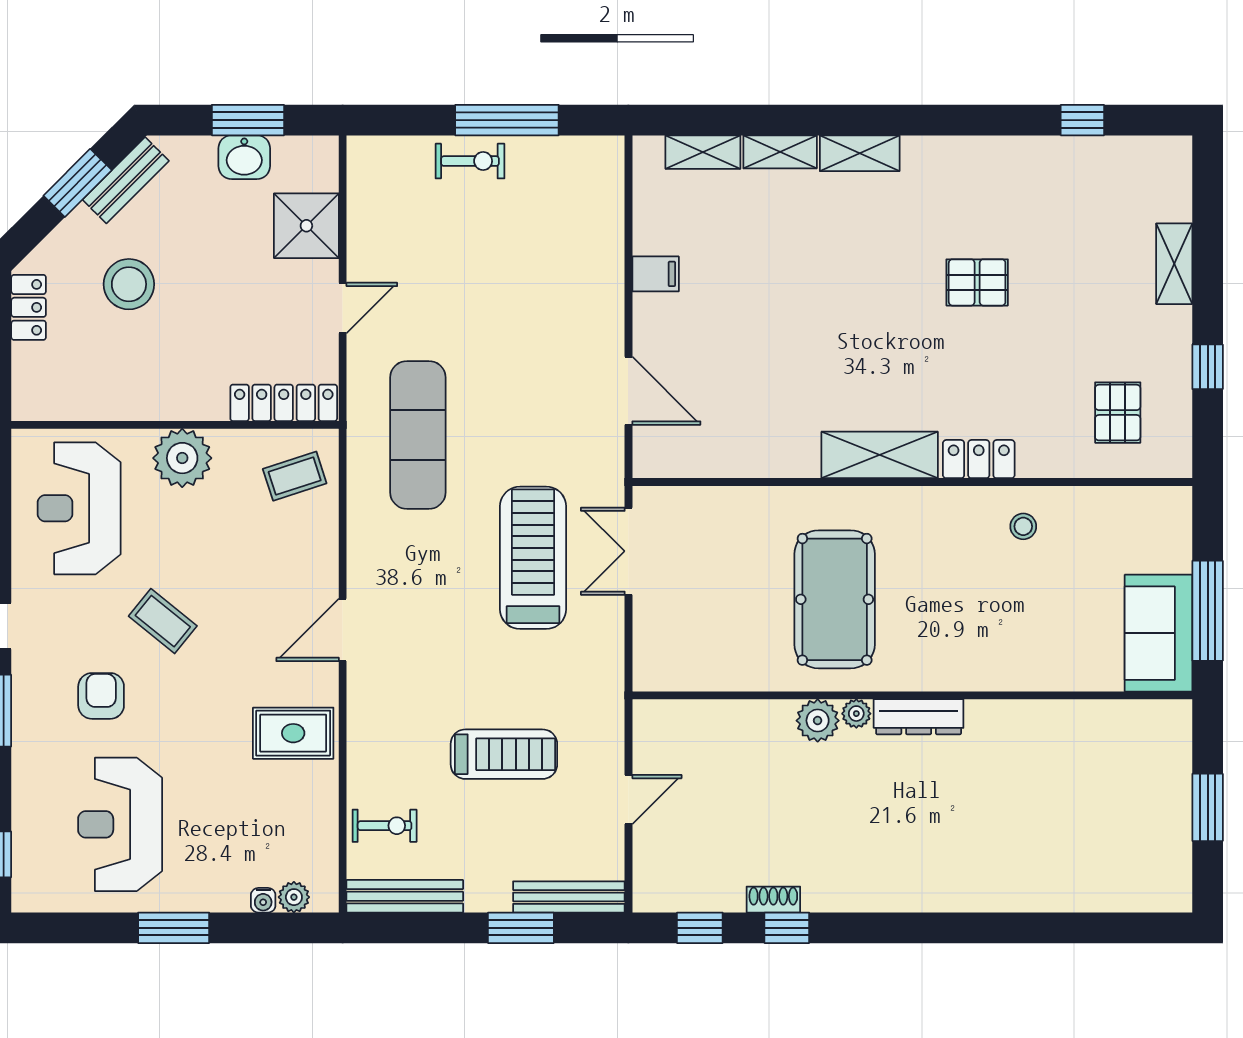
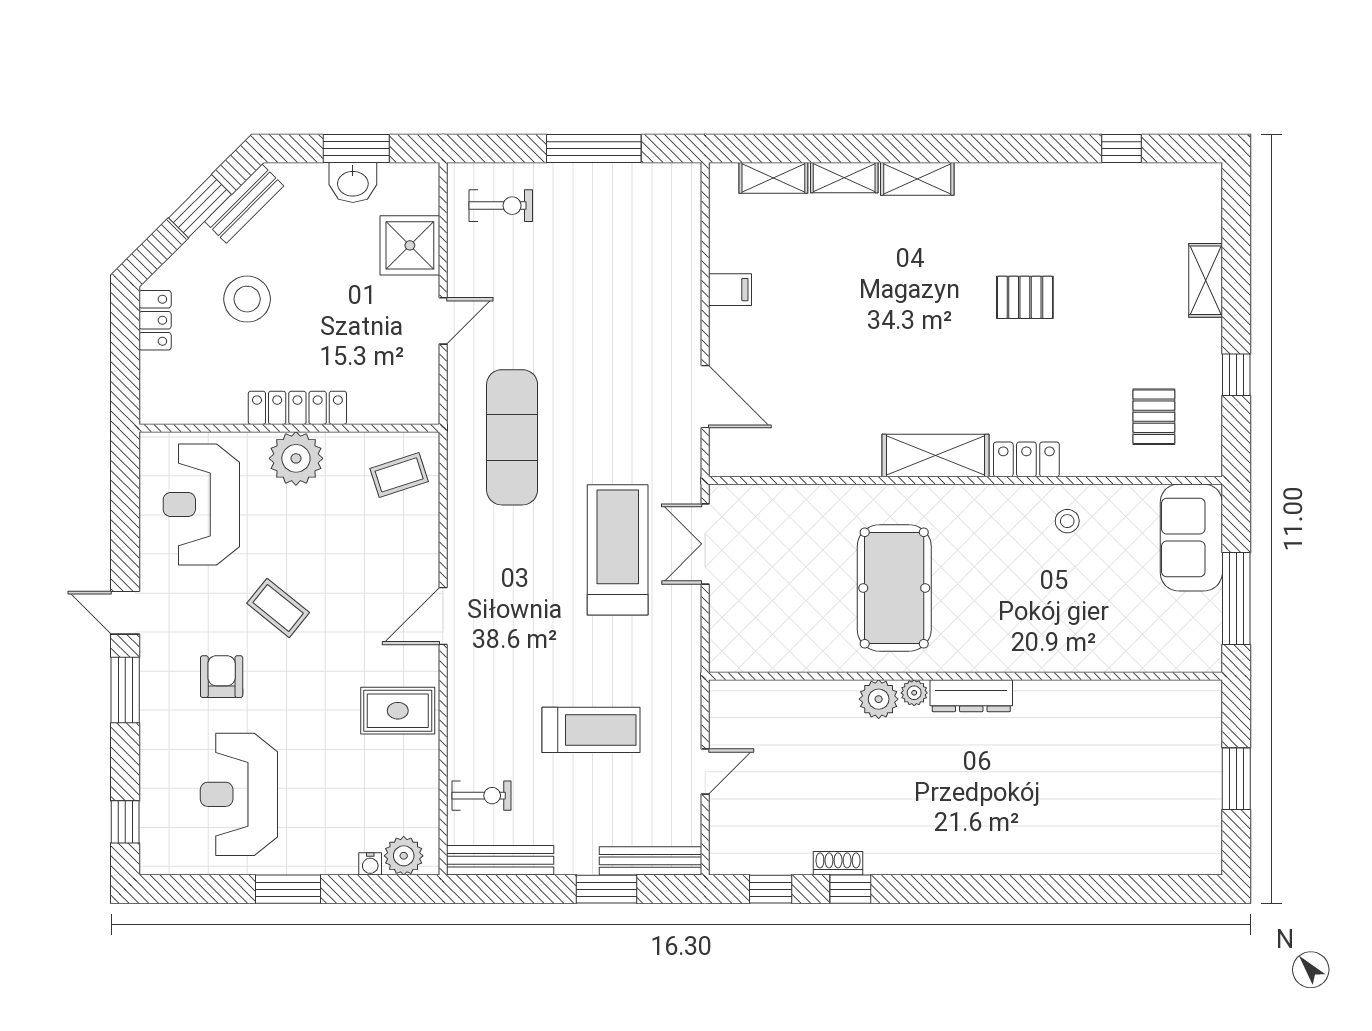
exercise bike: (470, 161) -> (501, 206), moved
locker: (284, 403) -> (297, 408), moved
sofa: (1159, 633) -> (1191, 537), moved
plant: (294, 897) -> (404, 856), width x1.38, depth x1.38

